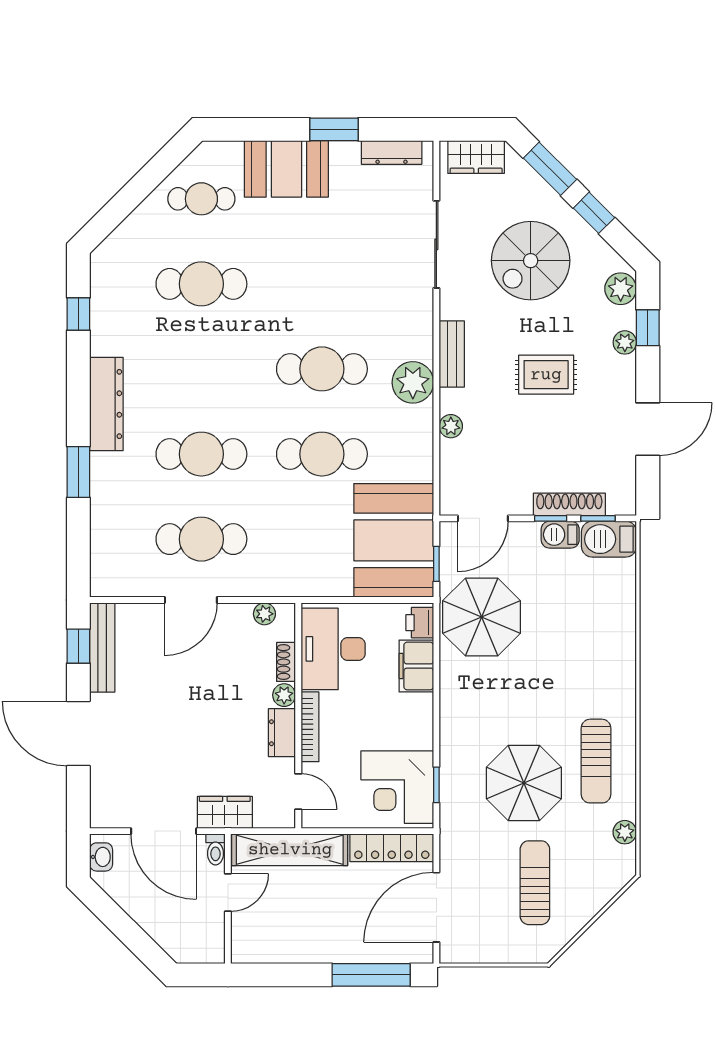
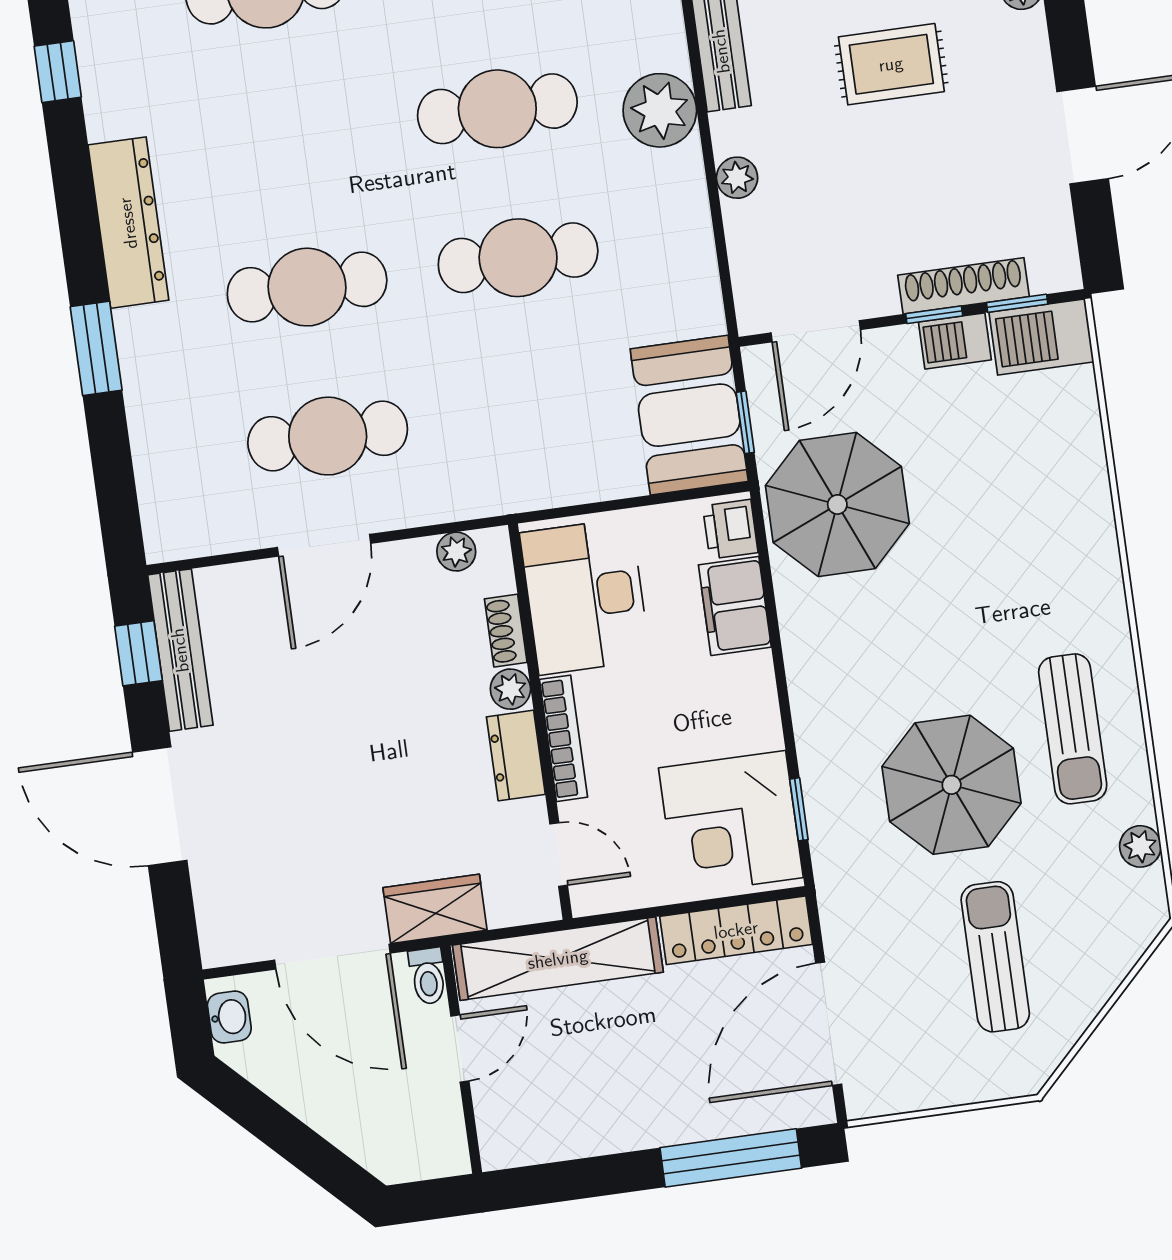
booth: (394, 540) -> (689, 415), width x0.73, depth x0.70

